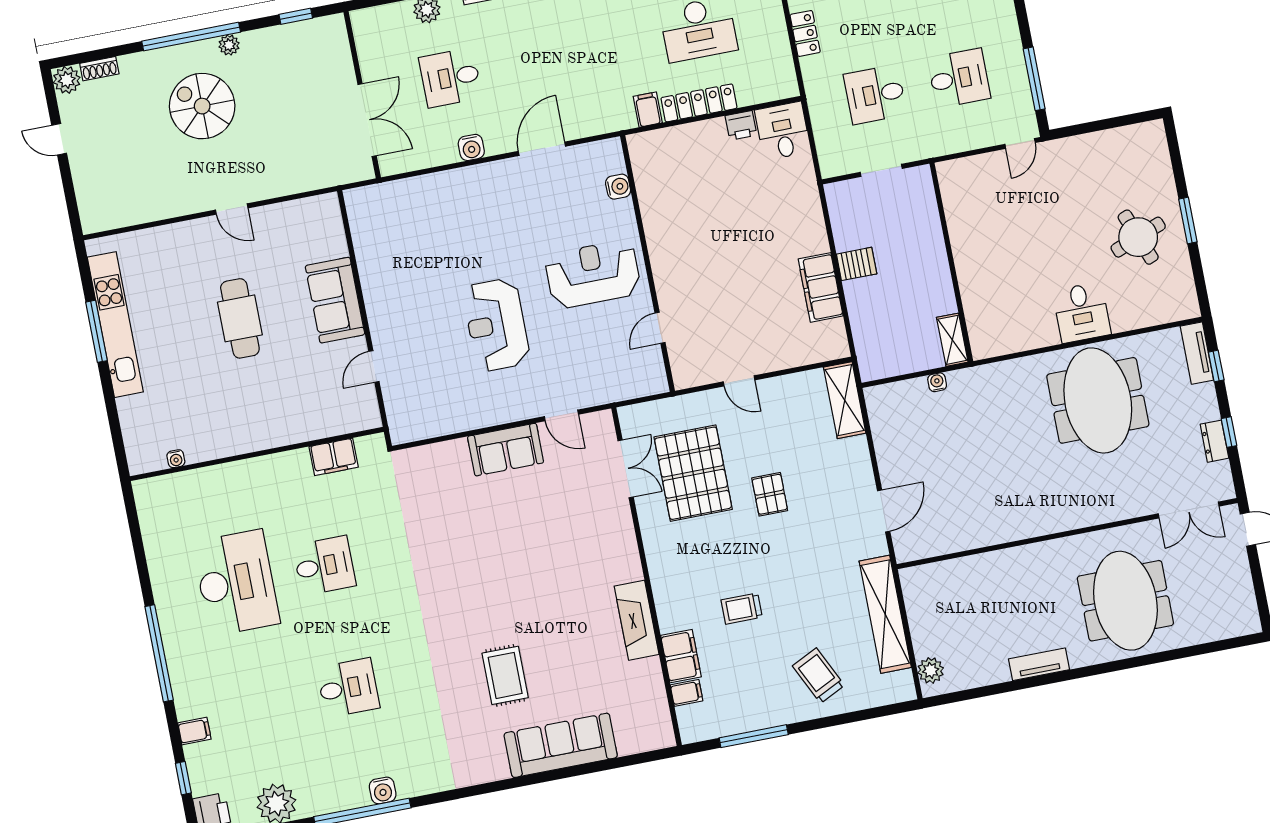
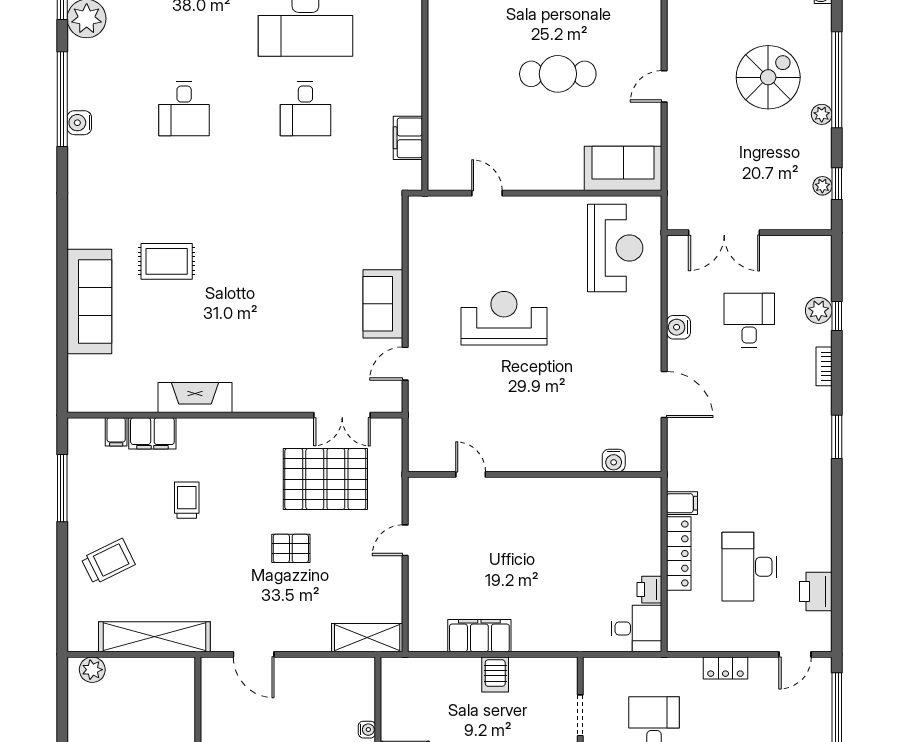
plant: (301, 30) -> (822, 186), added
reception desk: (593, 274) -> (615, 248), moved
sofa: (335, 300) -> (623, 168), moved

